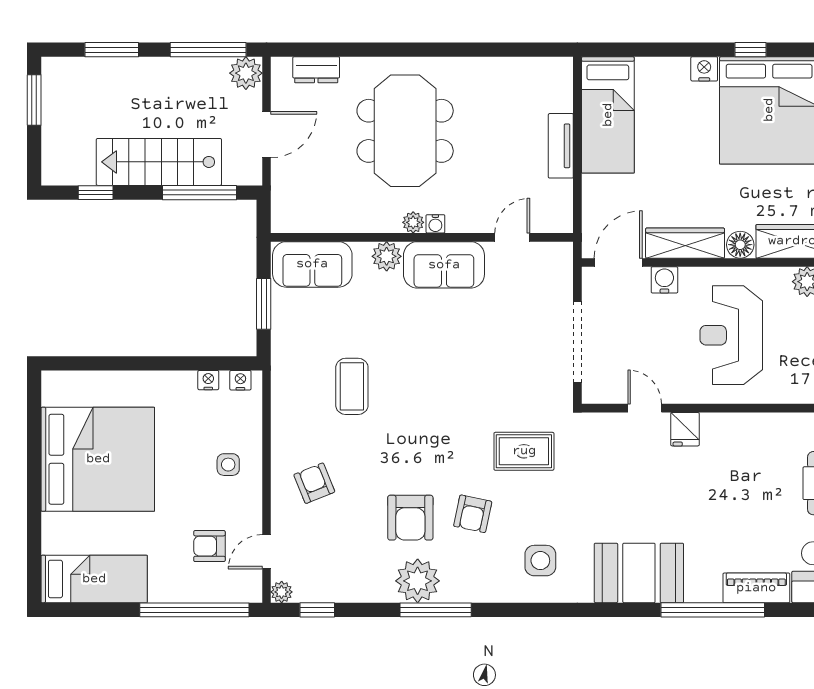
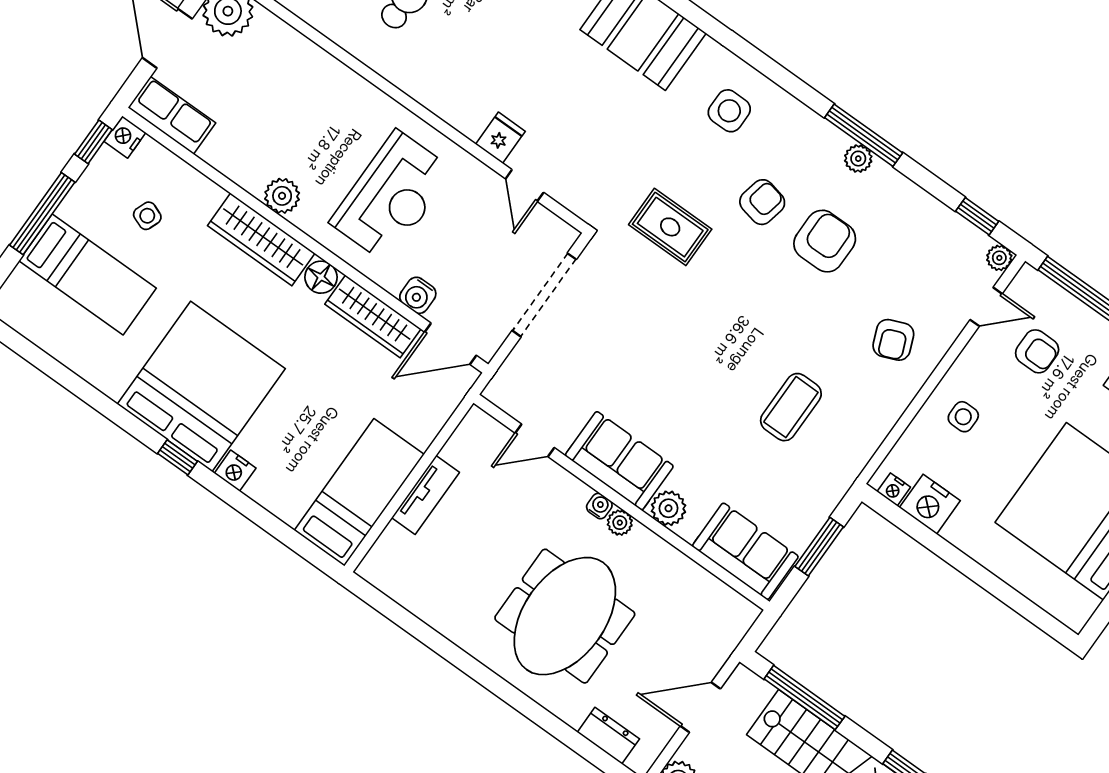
nightstand: (208, 380) -> (930, 504), width x1.89, depth x1.79
plant: (418, 581) -> (858, 159), width x0.53, depth x0.53

